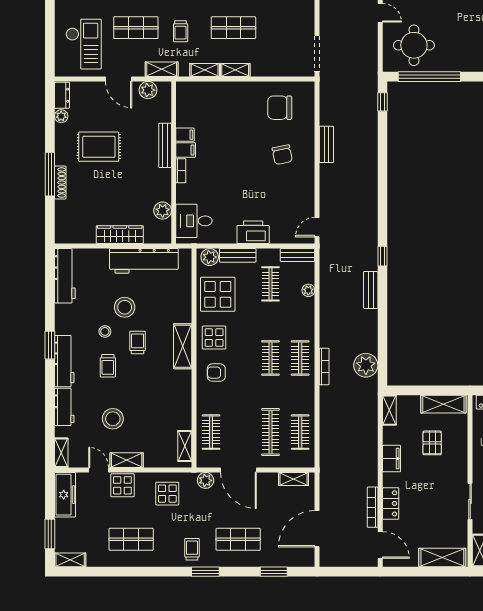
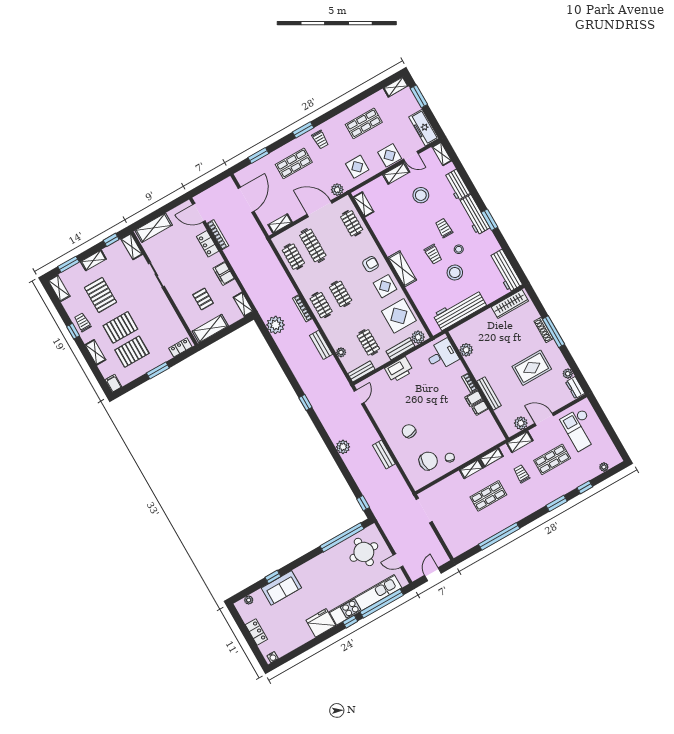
chair: (253, 97) -> (450, 458), added
plant: (369, 180) -> (343, 447), added
wardrobe: (120, 235) -> (510, 304), moved
bench: (371, 290) -> (321, 345), moved

